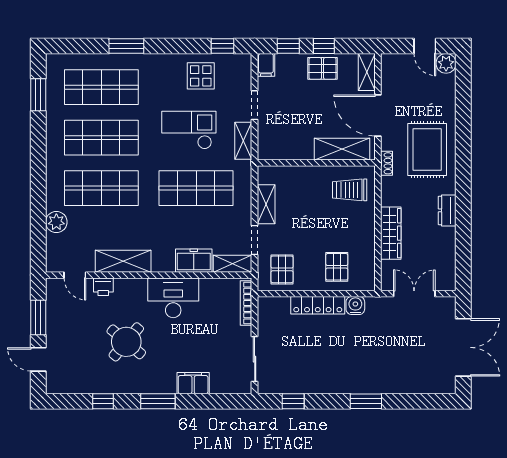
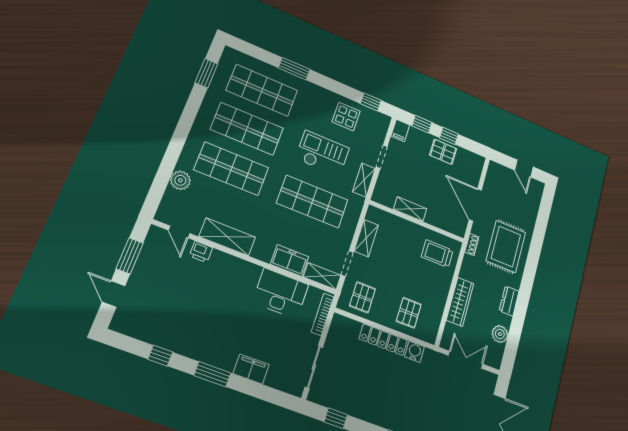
plant: (446, 63) -> (500, 334), moved
shelving: (367, 72) -> (476, 169), removed
shelving: (342, 149) -> (410, 209), moved, width x0.67, depth x0.75
desk: (173, 298) -> (281, 293), moved
round table: (126, 342) -> (203, 309), removed

